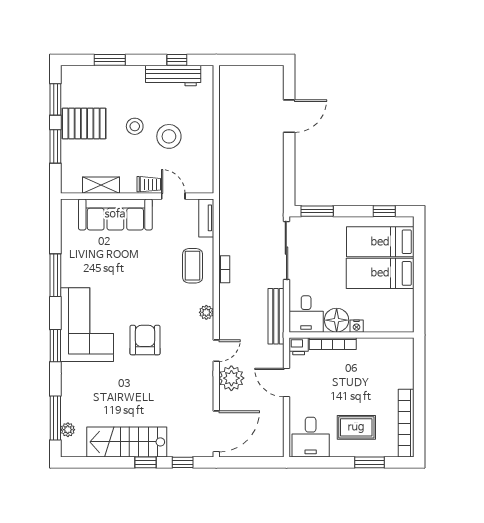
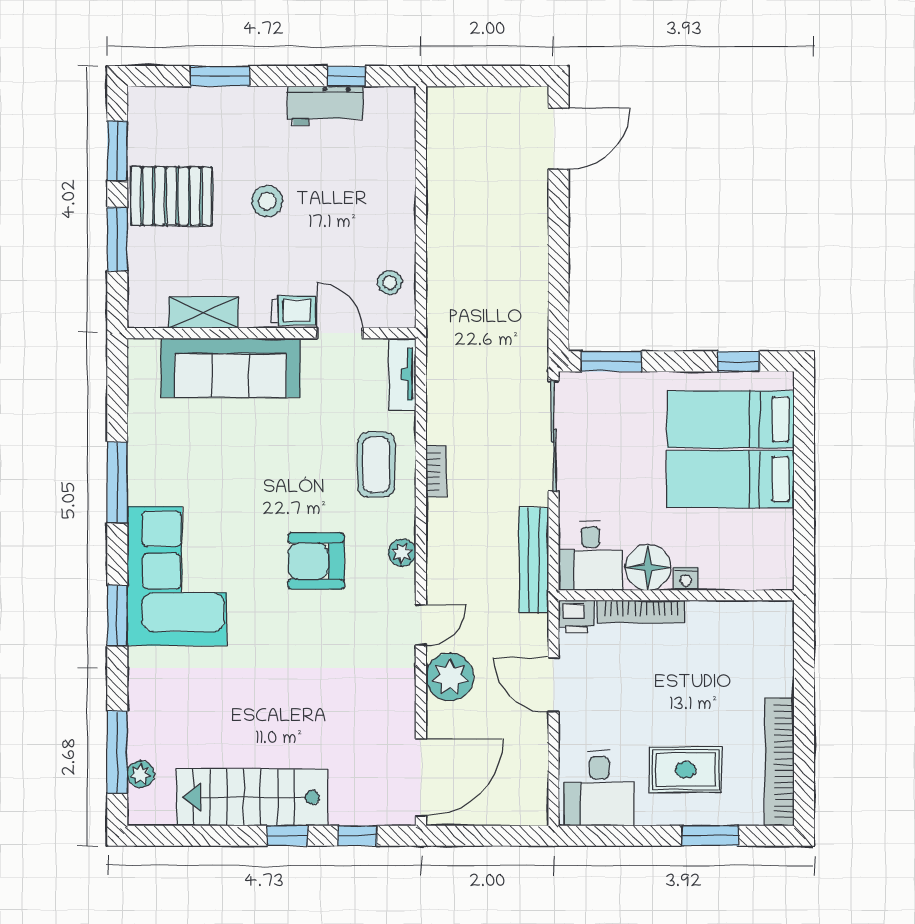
workbench: (173, 76) -> (325, 106), width x0.73
door: (289, 116) -> (558, 139), moved
stool: (169, 136) -> (390, 282), moved, width x0.53, depth x0.53
armchair: (145, 340) -> (316, 561), moved, turned -90

